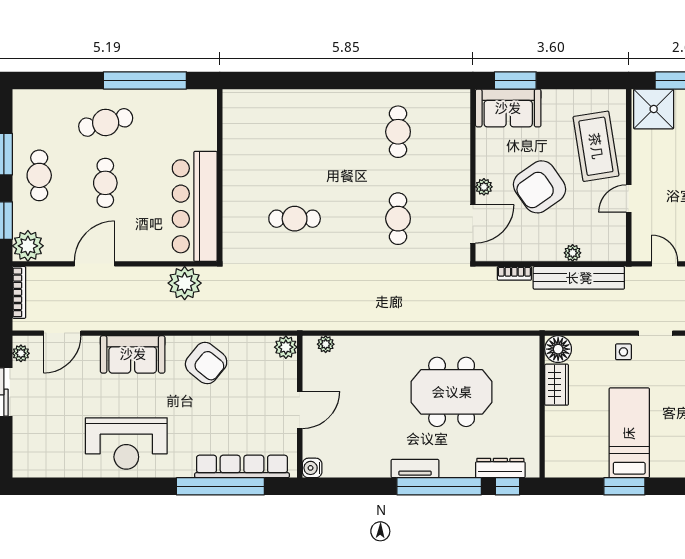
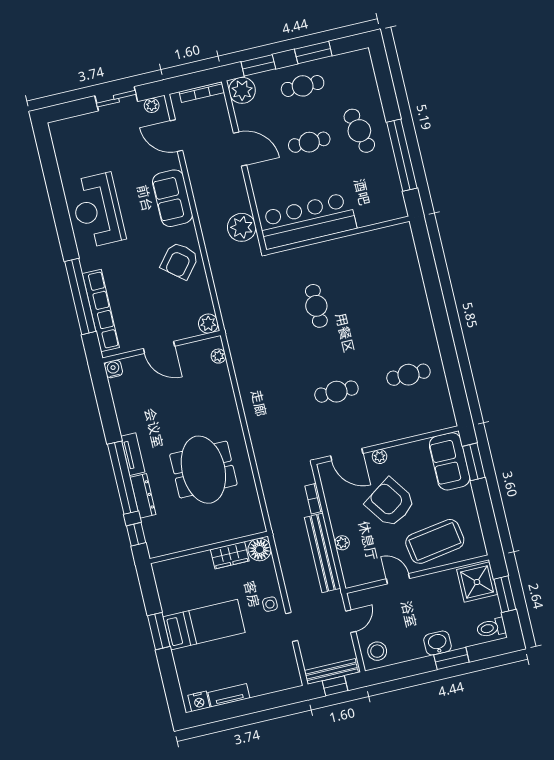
dresser: (500, 468) -> (143, 496), moved

